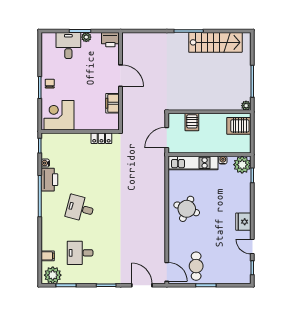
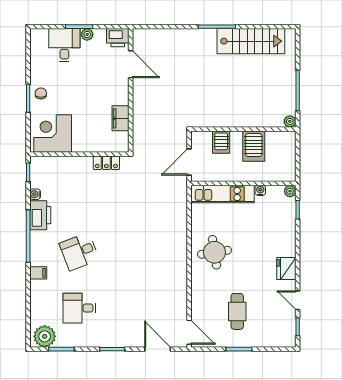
door: (121, 76) -> (131, 64), moved
server rack: (239, 126) -> (254, 146), moved, turned -90
plant: (242, 165) -> (290, 191), width x0.53, depth x0.53
desk: (80, 208) -> (79, 252), turned -36
round table: (187, 209) -> (214, 252), turned -31
filing cabinet: (48, 256) -> (38, 273), moved
cafe table: (196, 266) -> (237, 311), moved

